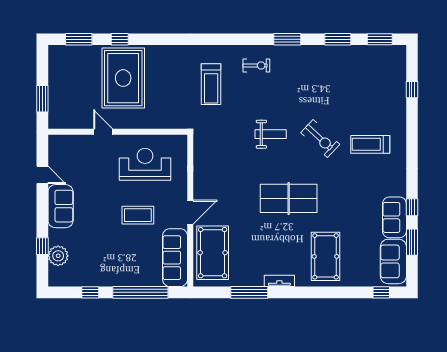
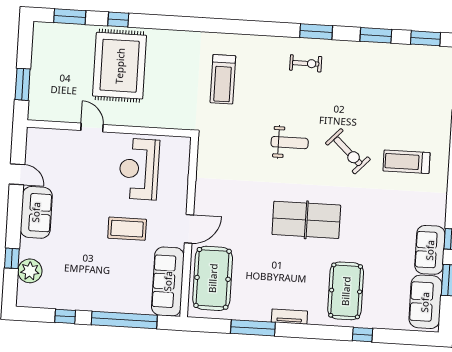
exercise bike: (256, 65) -> (306, 63), moved
reception desk: (145, 164) -> (139, 169), turned -90
window: (381, 292) -> (363, 335), moved

